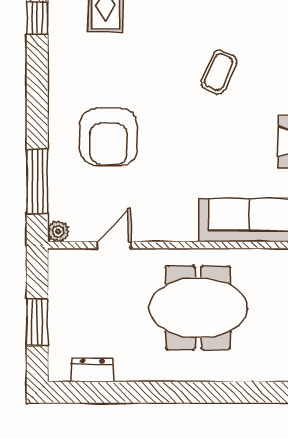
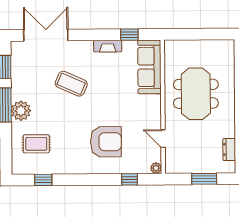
coffee table: (219, 72) -> (71, 84), width x1.36, depth x1.30
window: (37, 181) -> (130, 179), width x0.46

